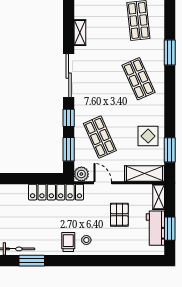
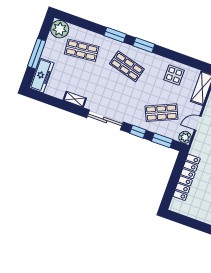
shop shelf: (138, 79) -> (127, 66), turned 39
window: (170, 150) -> (144, 45), moved
locker: (56, 192) -> (187, 177), moved

